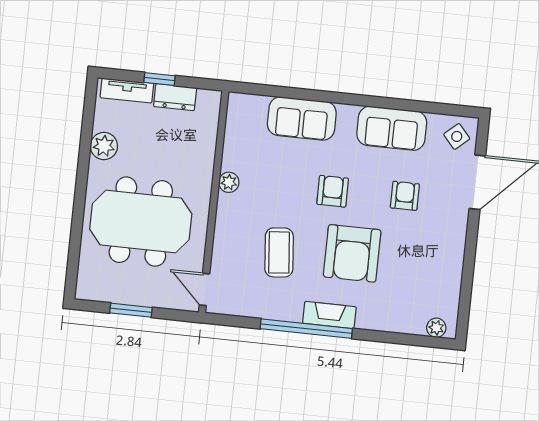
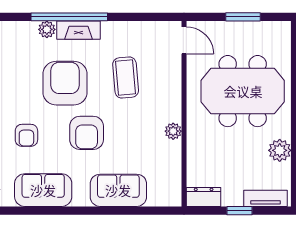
dresser: (175, 97) -> (204, 197), moved
armchair: (333, 191) -> (87, 133), width x1.38, depth x1.38
plant: (367, 320) -> (47, 29), added
window: (306, 329) -> (69, 17), moved

